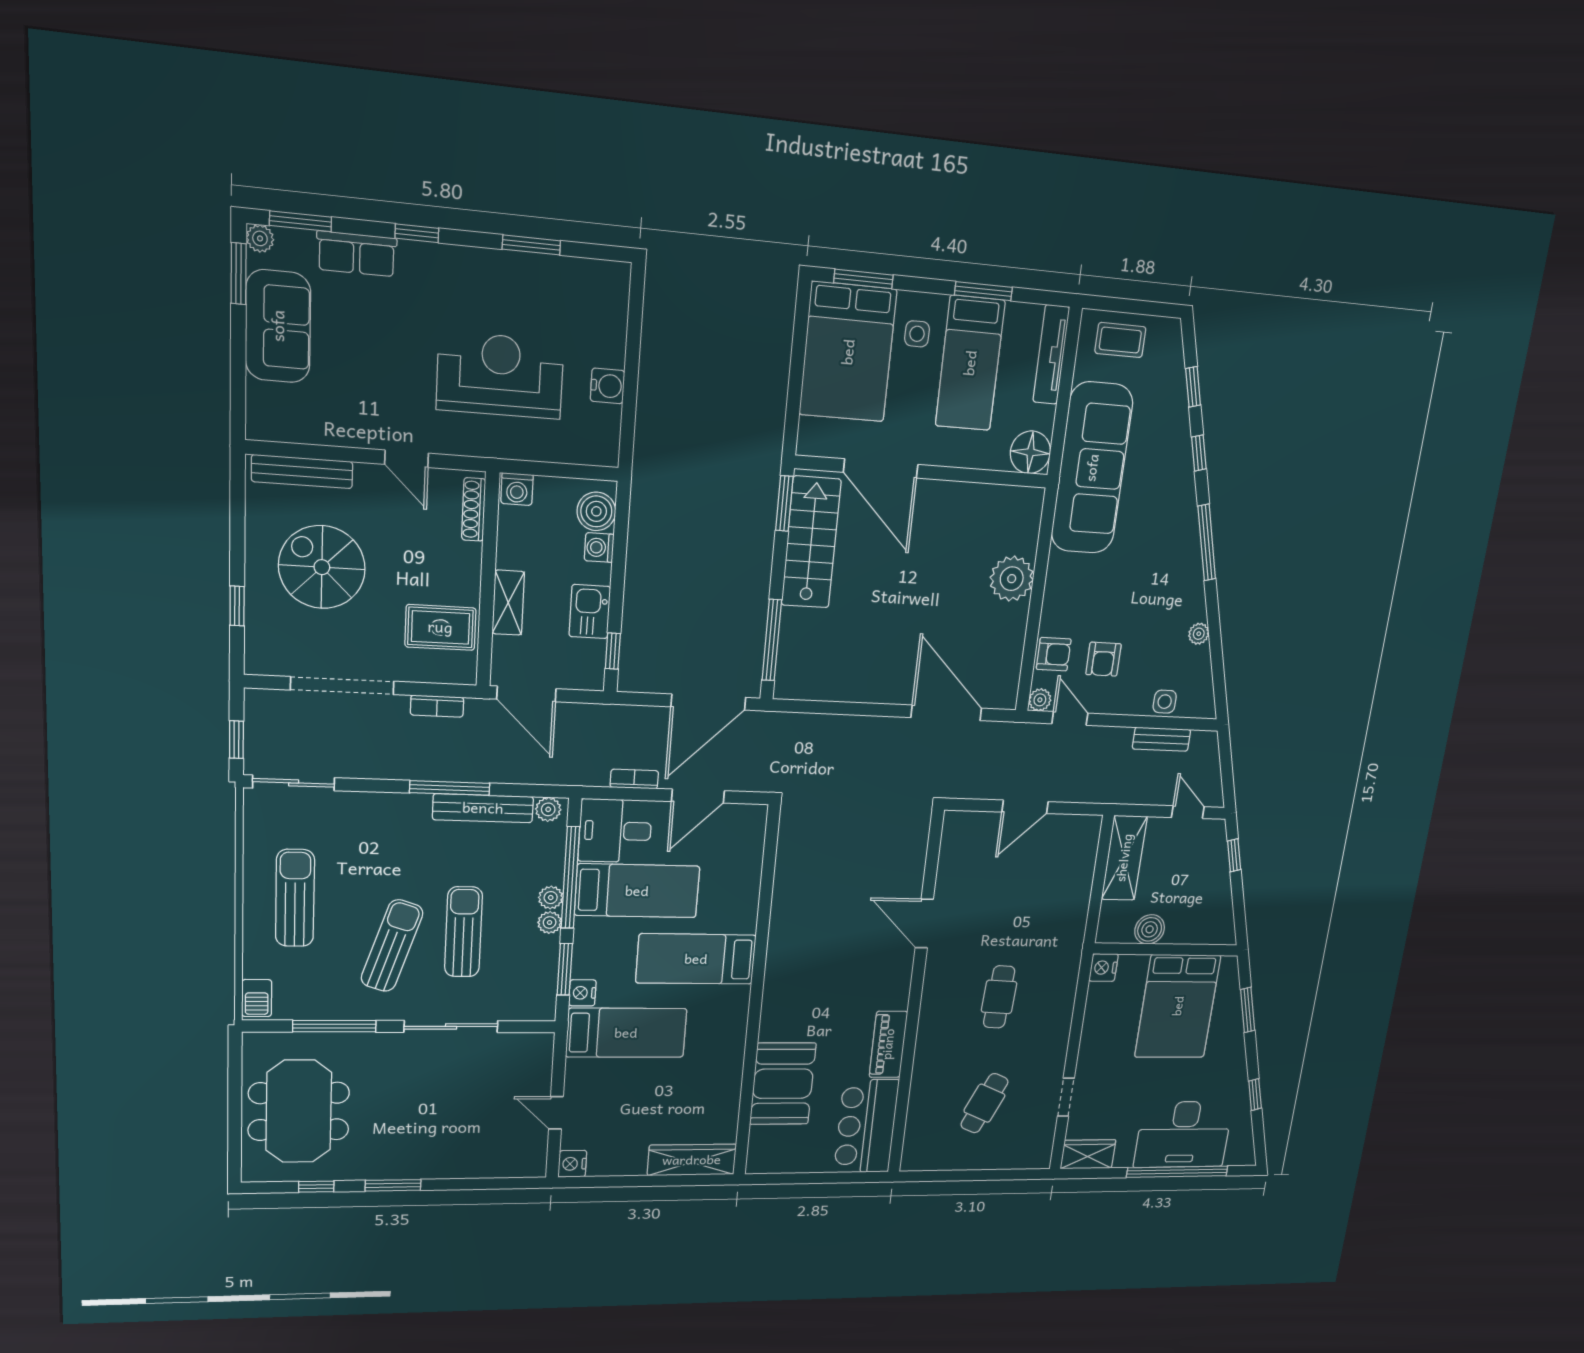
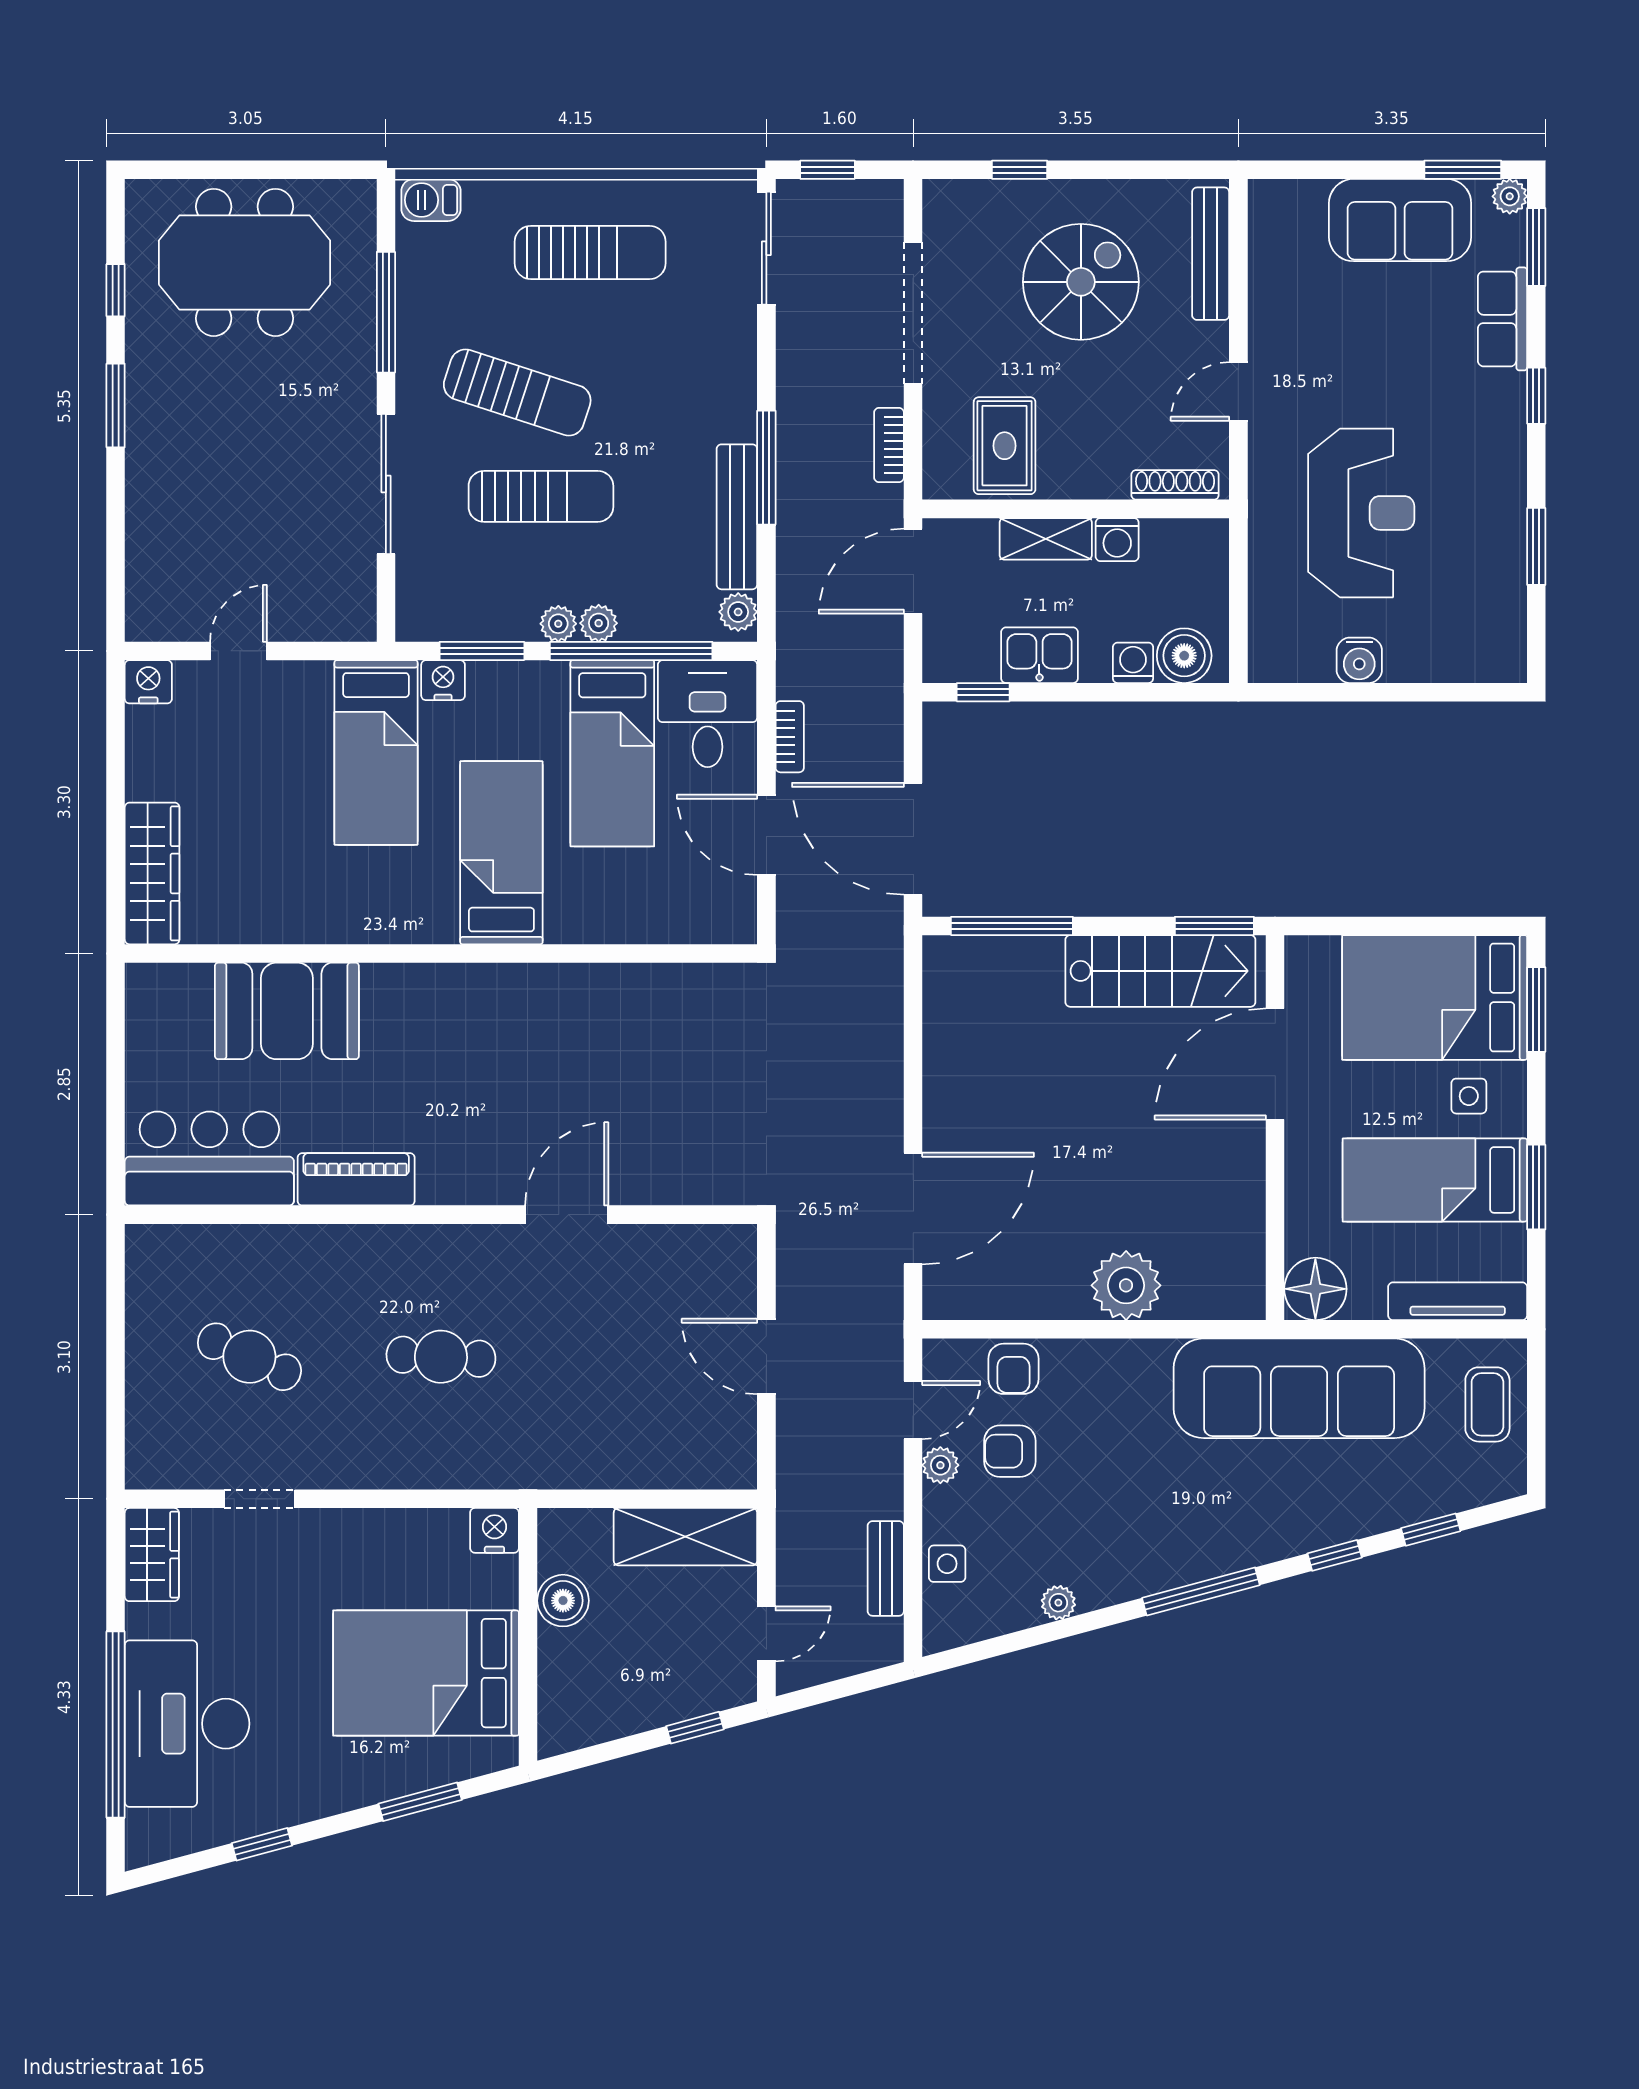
washing machine: (517, 489) -> (1117, 540), moved, turned -90
plant: (1040, 700) -> (940, 1465), moved

